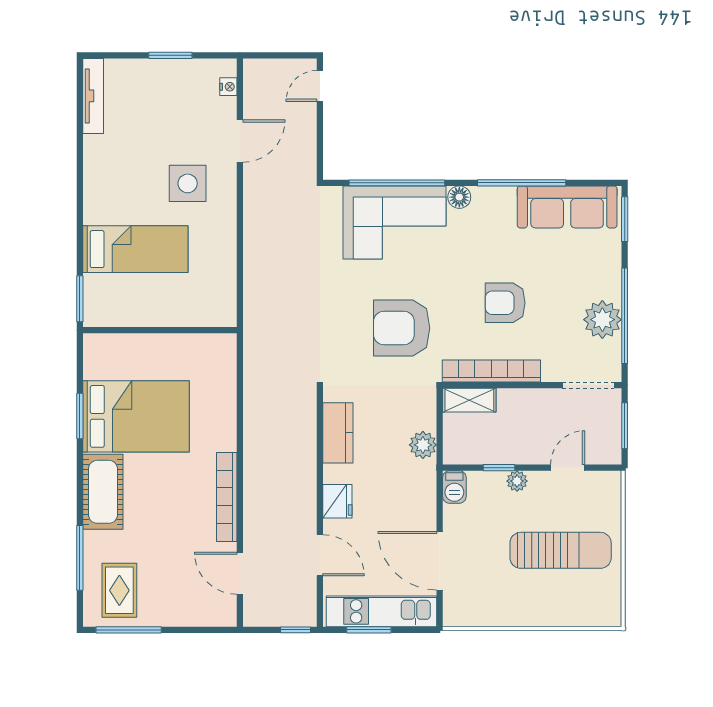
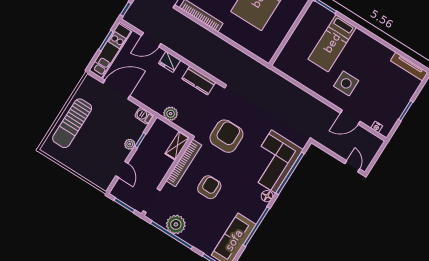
door: (240, 141) -> (350, 117), hinge flipped
sun lounger: (561, 550) -> (72, 123), moved

